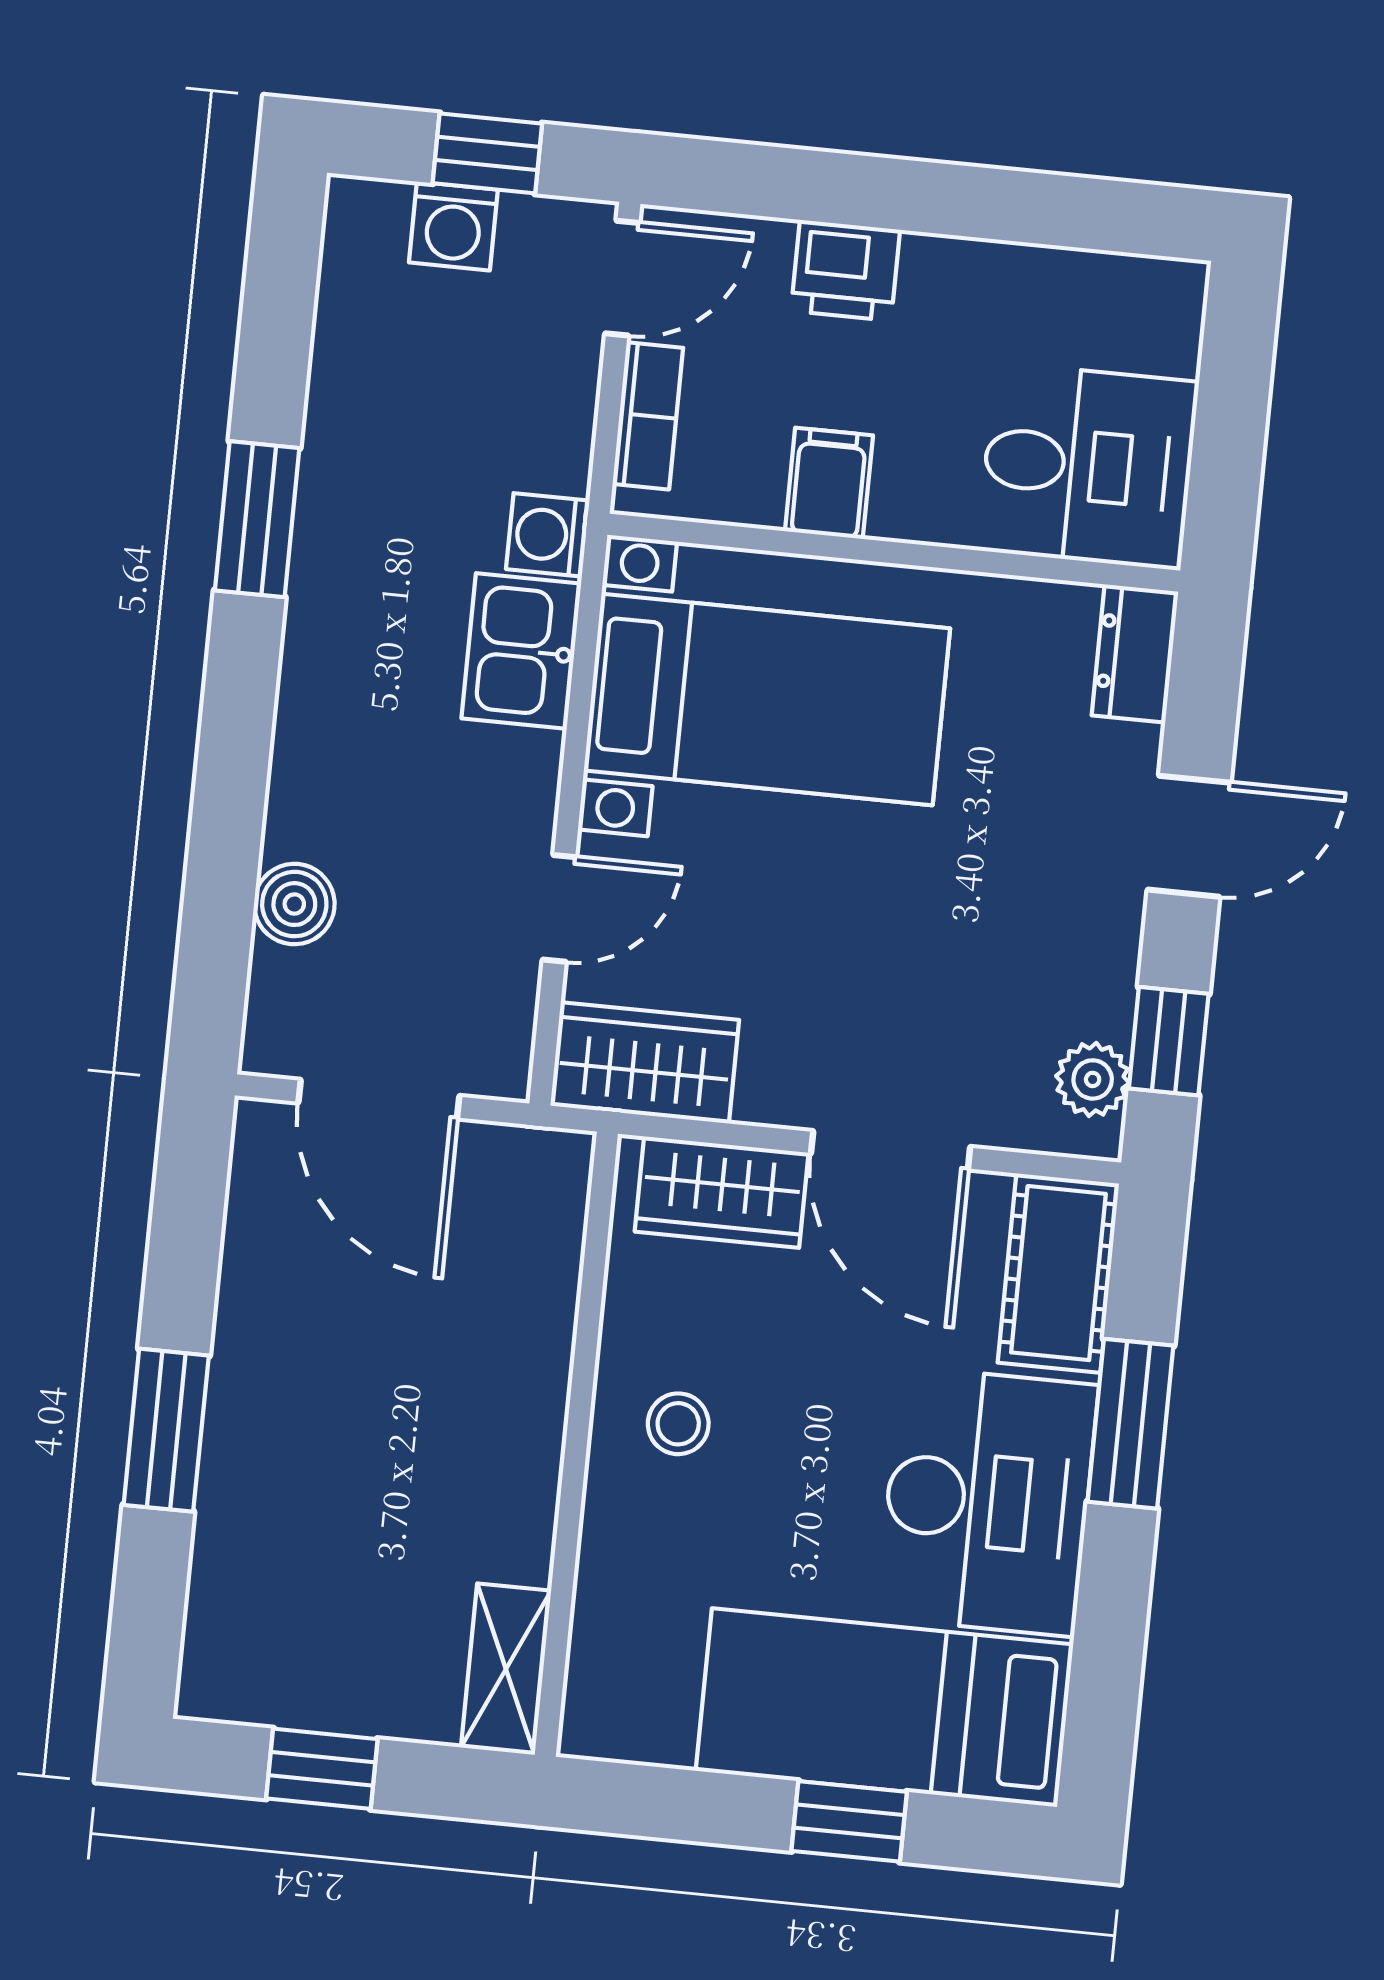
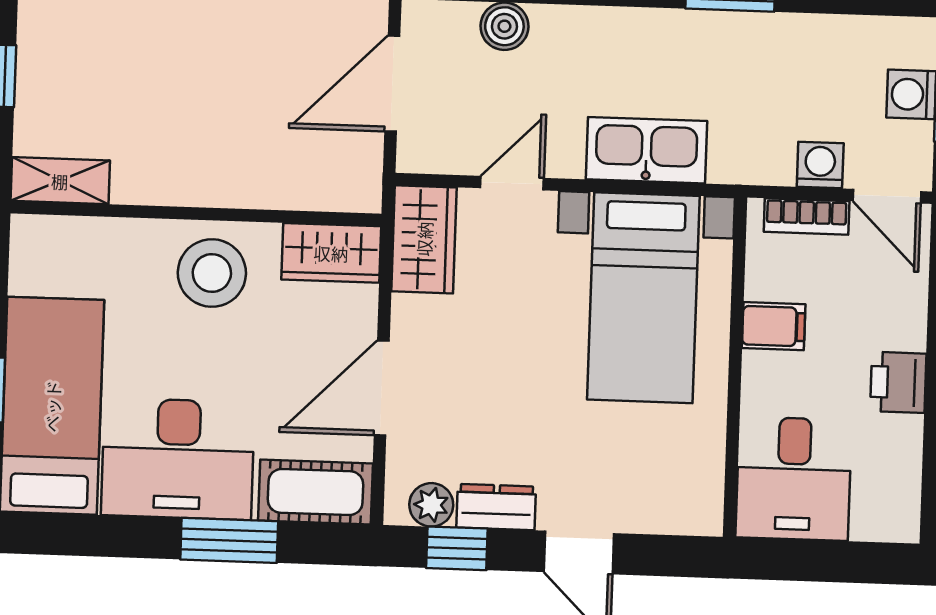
printer: (845, 270) -> (898, 382), moved
washing machine: (548, 535) -> (820, 165), moved
kitchen sink: (521, 651) -> (646, 150), width x1.38
dresser: (1135, 654) -> (496, 507), moved
door: (559, 908) -> (512, 183), swing flipped
wardrobe: (722, 1192) -> (331, 253), moved, turned -90
stool: (678, 1424) -> (212, 273), width x1.89, depth x1.89

